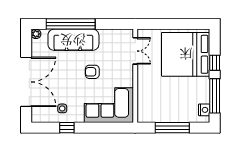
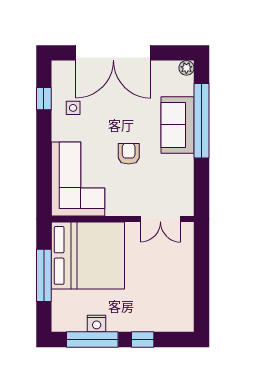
sofa: (73, 40) -> (177, 125), width x0.73
bed: (186, 54) -> (88, 255), moved, turned 90
nightstand: (204, 110) -> (97, 324), moved
window: (67, 128) -> (44, 99), moved

